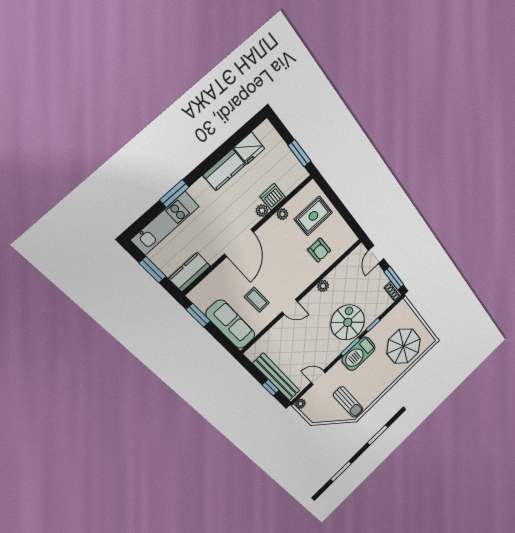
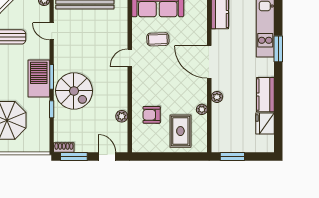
dishwasher: (273, 197) -> (220, 113), removed
plant: (323, 286) -> (122, 116), moved
door: (318, 378) -> (52, 31), swing flipped

